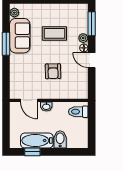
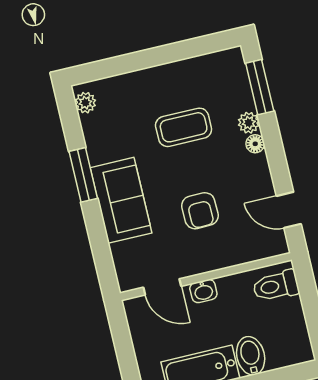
sofa: (20, 36) -> (121, 200), moved
door: (92, 60) -> (289, 210), moved

